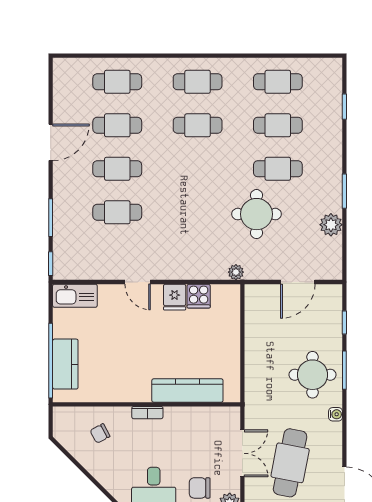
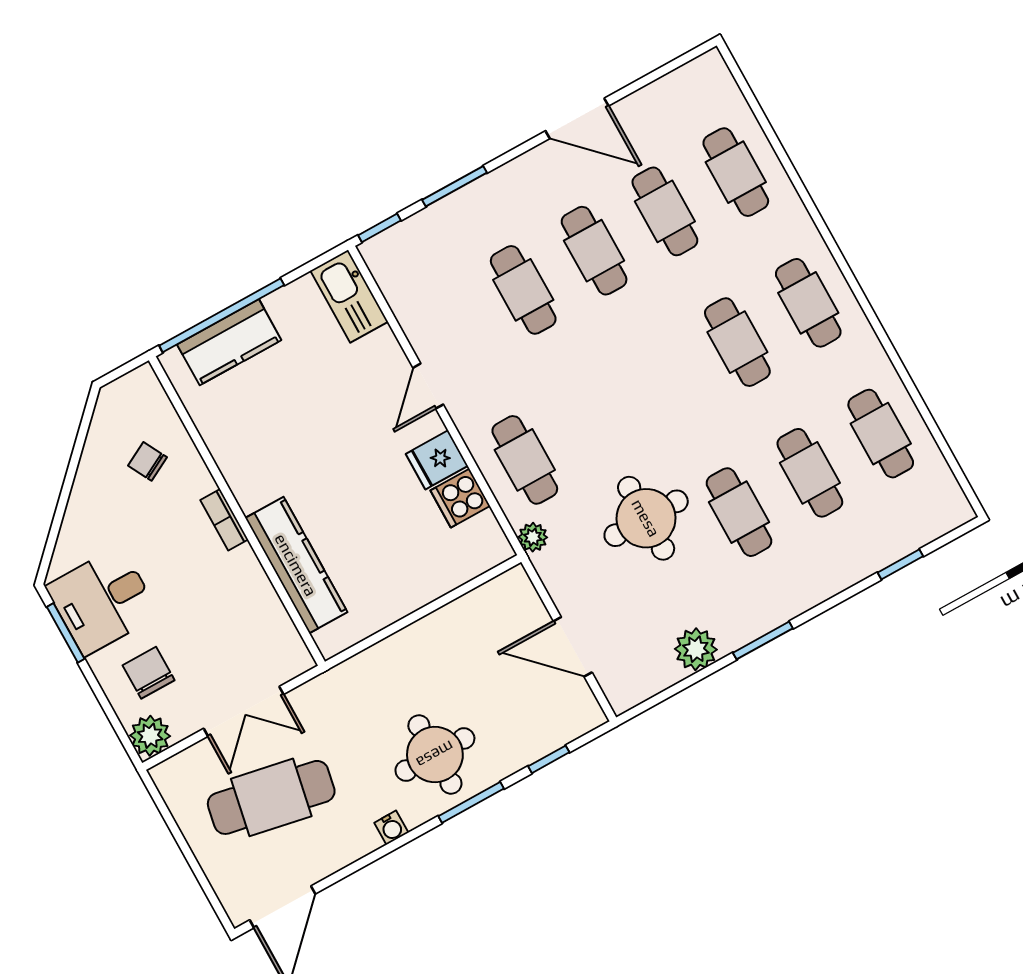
cafe table: (198, 256) -> (525, 460), added

